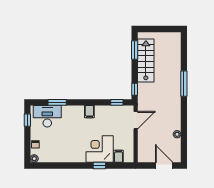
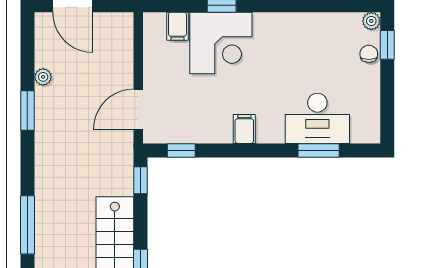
window: (184, 84) -> (27, 225), moved
desk: (47, 116) -> (317, 118), moved
window: (27, 120) -> (387, 45), moved
window: (184, 120) -> (27, 110), added

